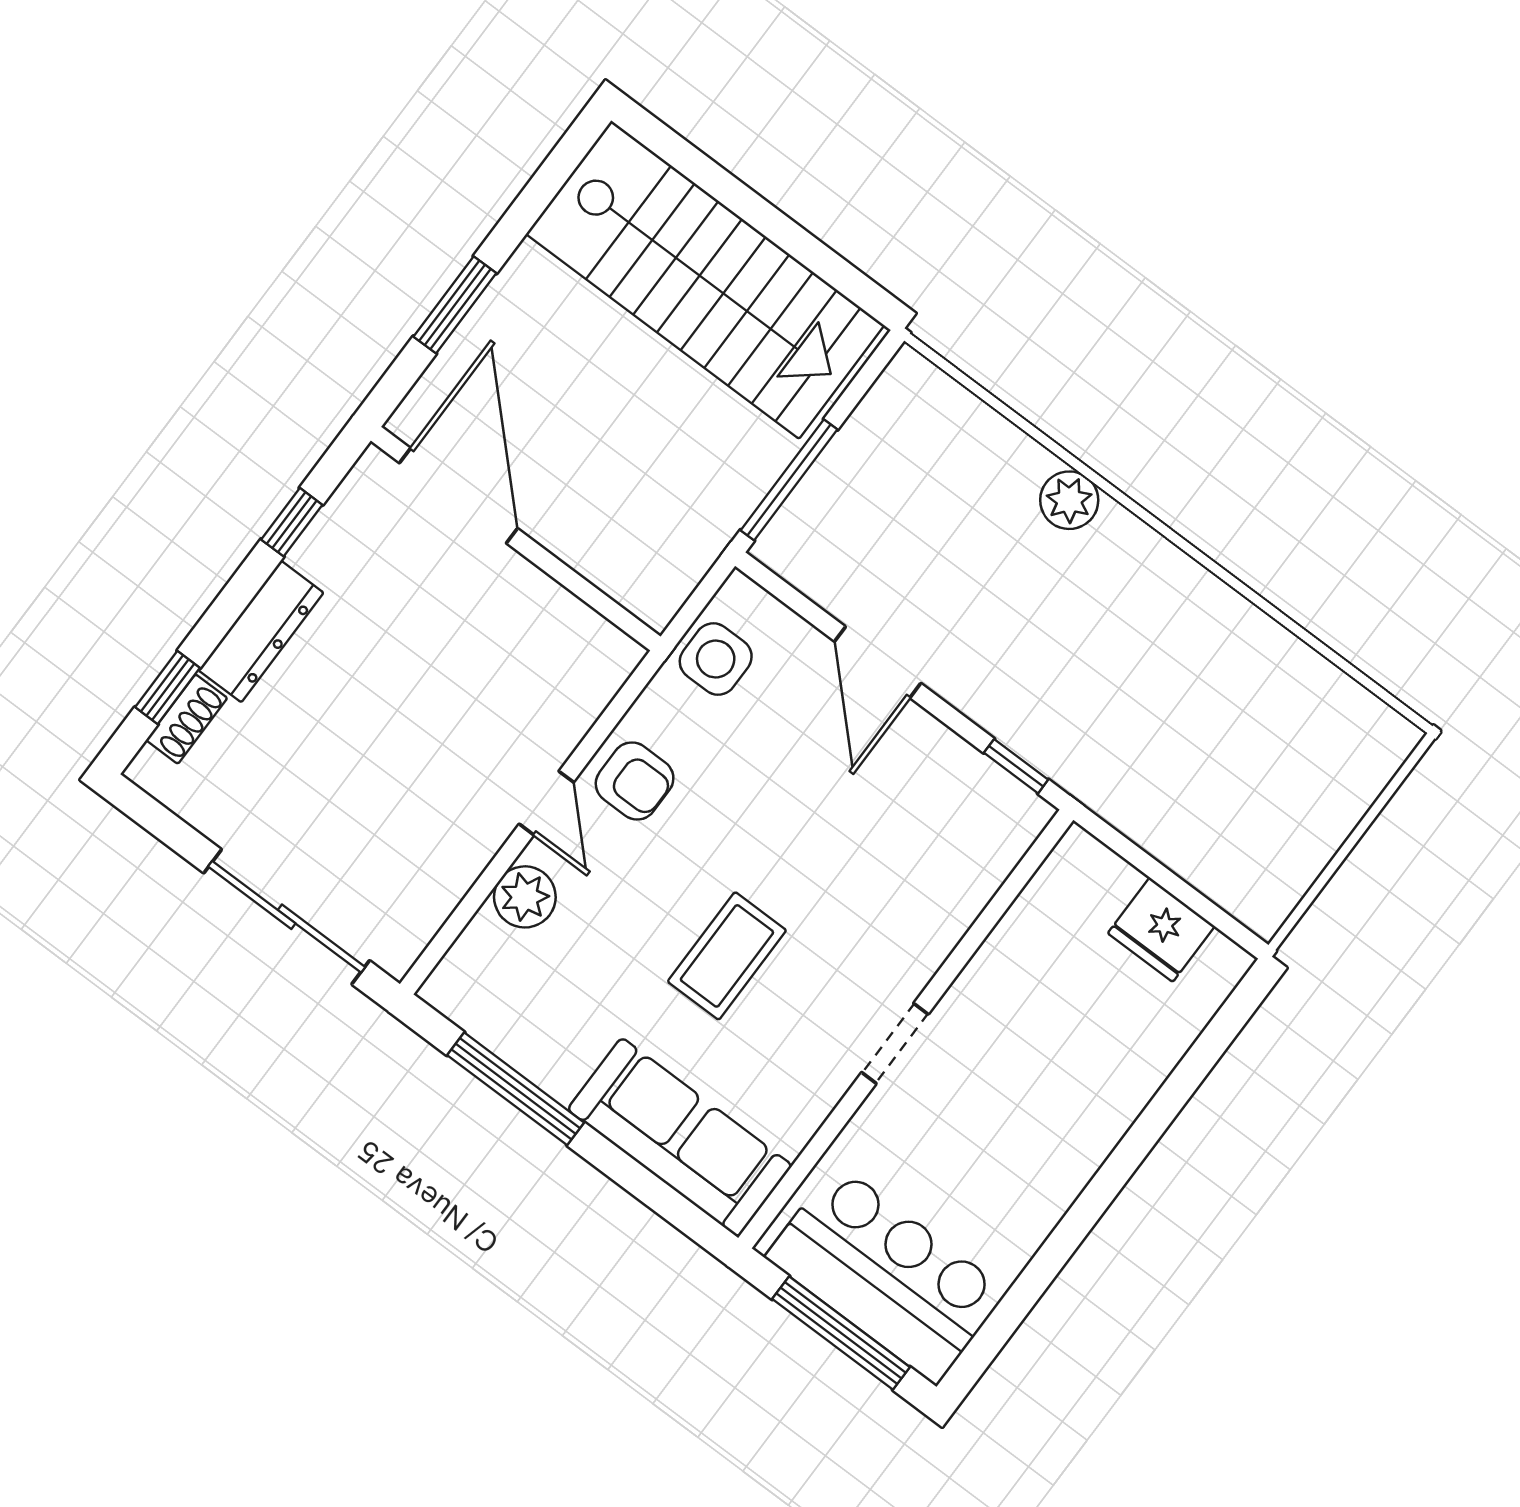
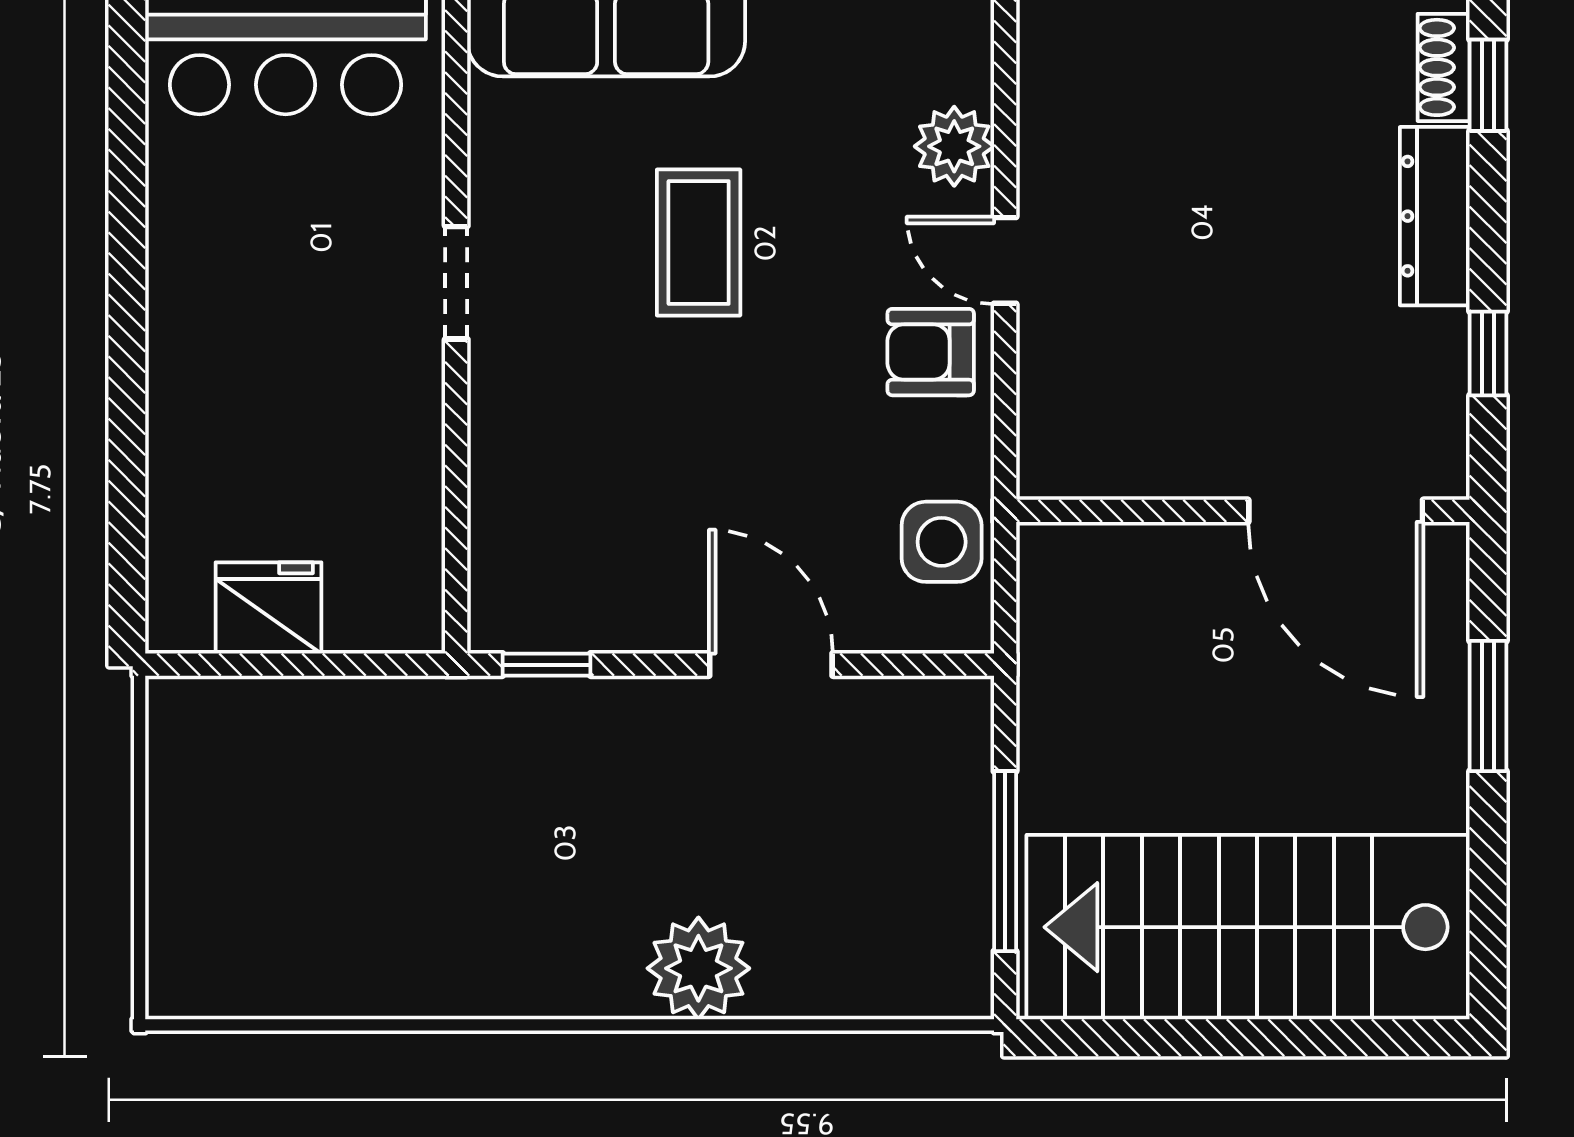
window: (789, 480) -> (1005, 861), moved
plant: (1069, 500) -> (698, 968), width x1.36, depth x1.36

